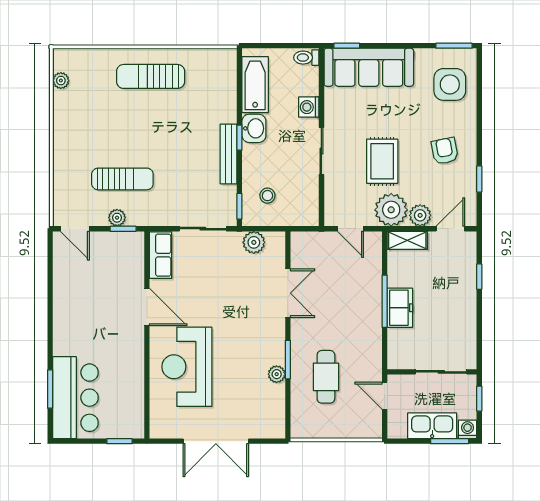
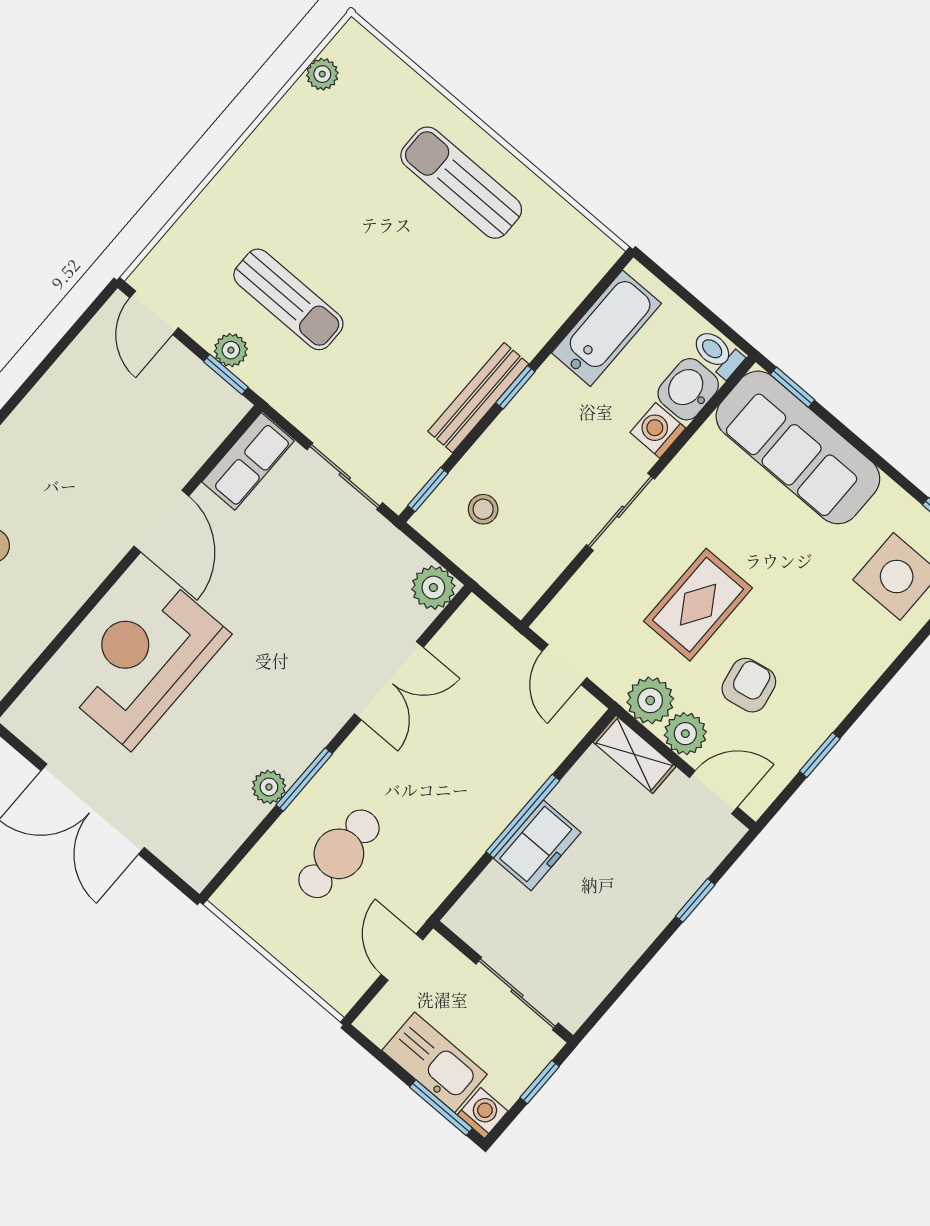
washbasin: (254, 128) -> (688, 389), moved, turned 180
armchair: (445, 151) -> (749, 685), moved
plant: (391, 210) -> (650, 700), width x0.73, depth x0.73
plant: (254, 242) -> (433, 588), moved

